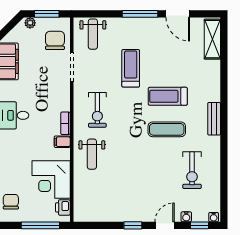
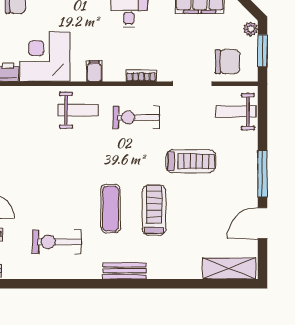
bookcase: (65, 123) -> (141, 76), moved
weight bench: (92, 154) -> (78, 110), turned 180

